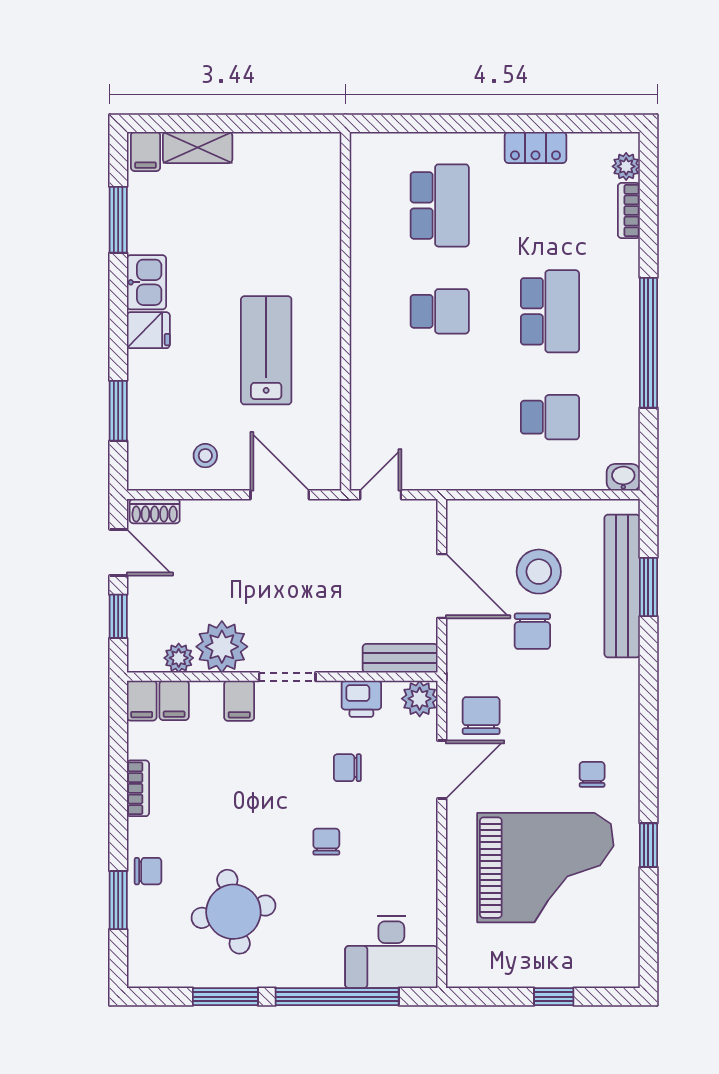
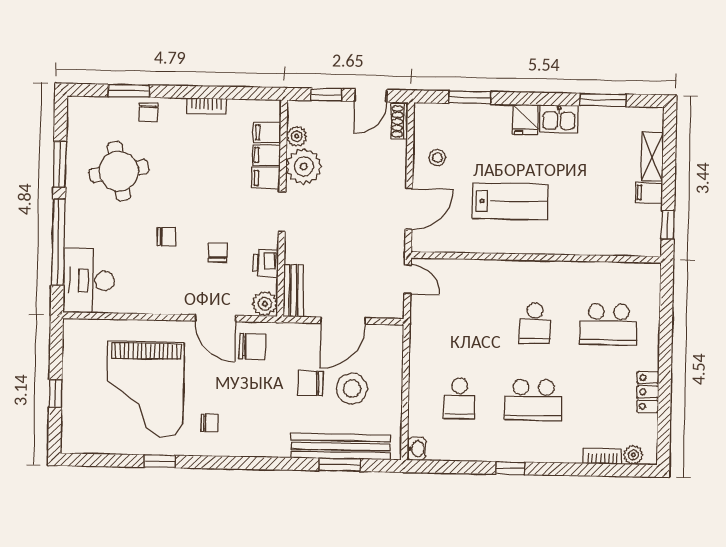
window: (296, 123) -> (668, 225), added
filing cabinet: (145, 151) -> (649, 193), moved
window: (648, 343) -> (510, 468), width x0.32
filing cabinet: (142, 701) -> (266, 155), moved

